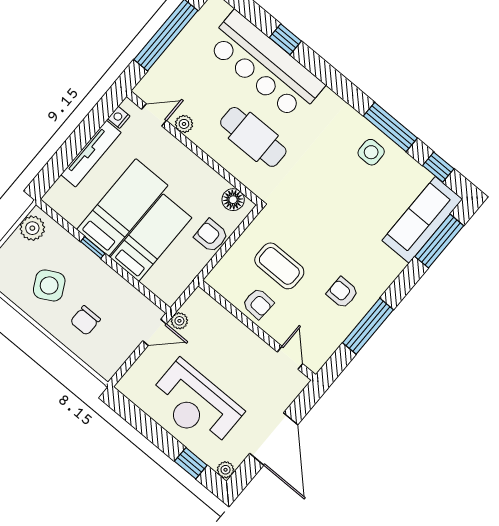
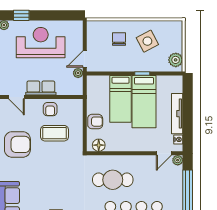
plant: (184, 124) -> (178, 160), moved
armchair: (342, 293) -> (17, 144), width x1.88, depth x1.88
armchair: (258, 303) -> (50, 109), turned -93
row of seats: (247, 343) -> (41, 88), added

